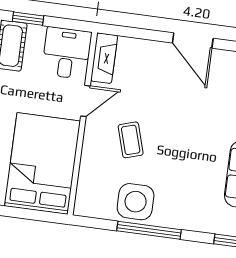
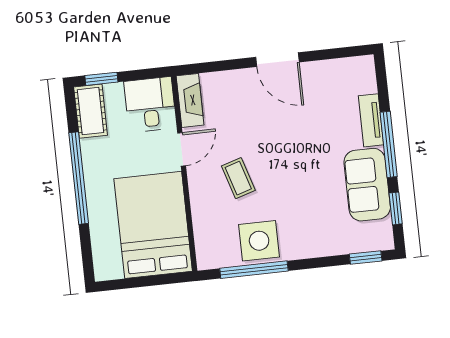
window: (149, 230) -> (254, 270), moved

